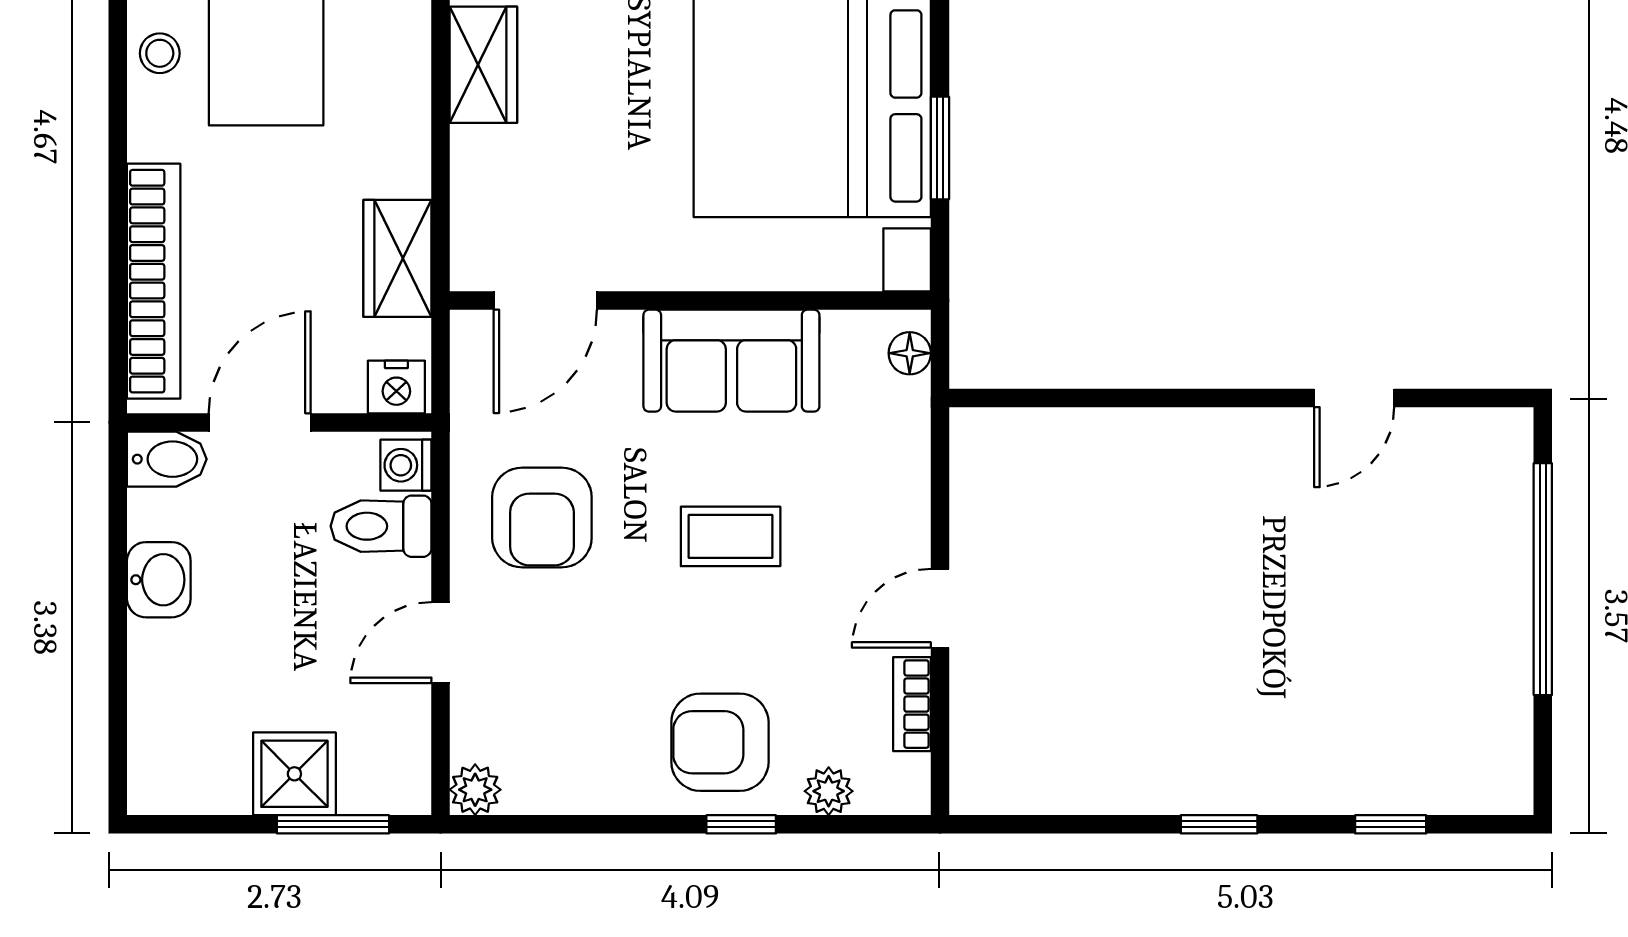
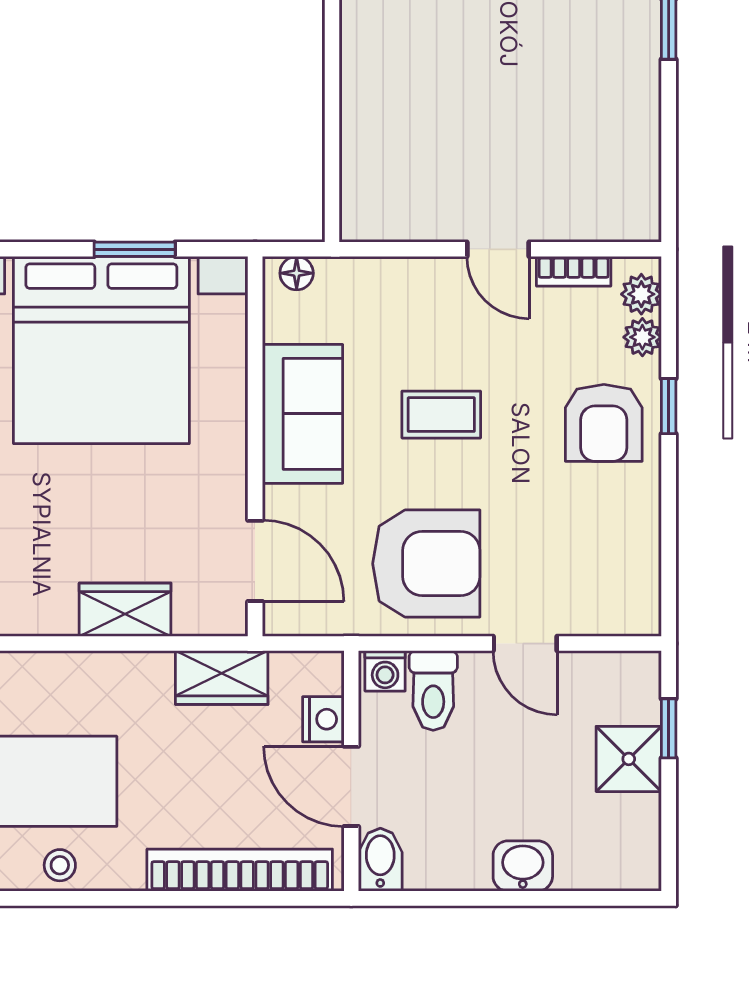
wardrobe: (483, 65) -> (125, 610), moved
nightstand: (396, 387) -> (323, 719), moved
armchair: (542, 517) -> (426, 564), width x1.36, depth x1.36
coffee table: (731, 536) -> (441, 415), turned 90
washbasin: (159, 580) -> (523, 866), moved
plant: (475, 790) -> (641, 294), moved
window: (333, 824) -> (669, 728), width x0.67

